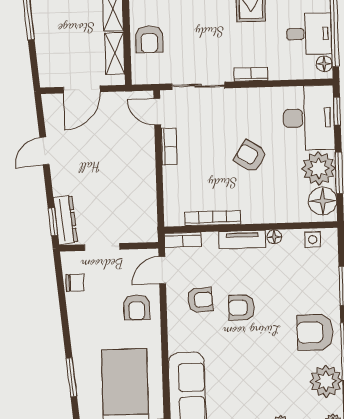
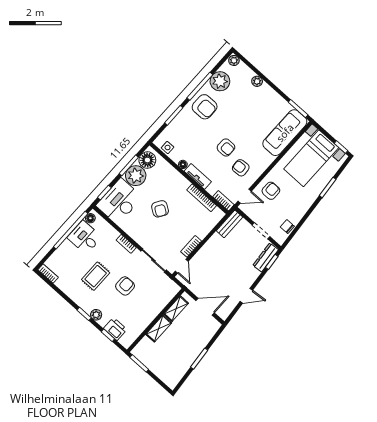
armchair: (149, 39) -> (125, 286), moved
bench: (148, 219) -> (229, 224), added

